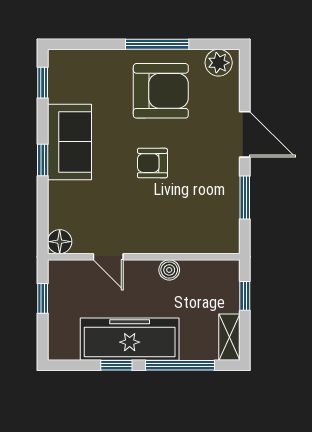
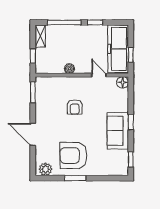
window: (157, 44) -> (75, 178), width x0.69
armchair: (152, 163) -> (75, 107), moved, turned 90
window: (245, 198) -> (33, 92), moved
freezer: (130, 339) -> (118, 49), moved, turned 90

